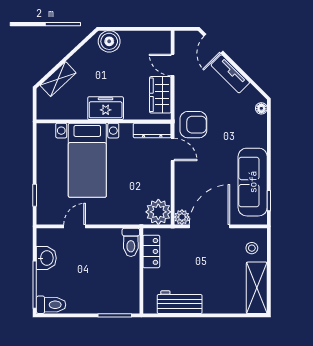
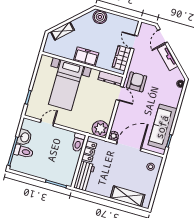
armchair: (193, 125) -> (137, 82), turned -90
shelving: (257, 288) -> (128, 196), moved, turned 90
workbench: (180, 302) -> (84, 176), moved, turned 90
toilet: (51, 305) -> (24, 151), moved

